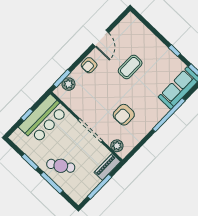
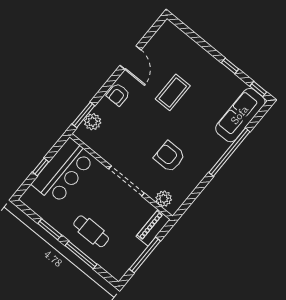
armchair: (124, 115) -> (169, 157), turned 90
cafe table: (61, 166) -> (91, 231), turned 33

